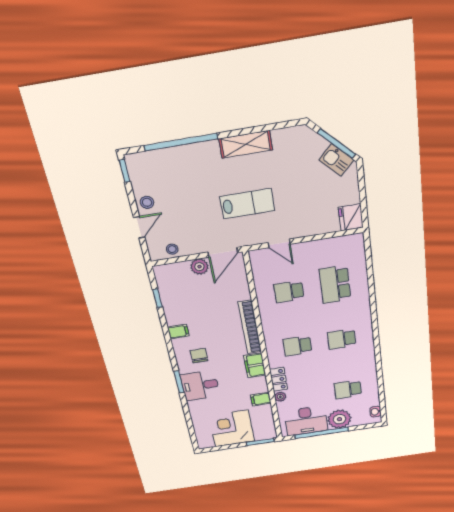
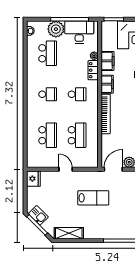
shelving: (246, 144) -> (69, 233), moved
lab bench: (247, 204) -> (93, 198), turned 180
door: (279, 243) -> (66, 169), moved
school desk: (289, 292) -> (77, 135), width x1.85
school desk: (348, 389) -> (48, 53), width x1.85
filing cabinet: (261, 399) -> (108, 61), width x2.00

